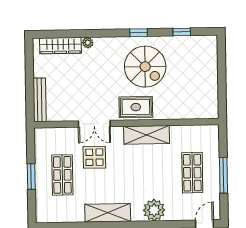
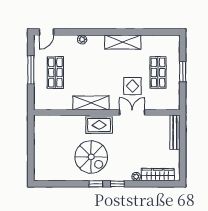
window: (182, 32) -> (117, 184), moved
spiral stairs: (145, 67) -> (91, 157), turned 180
plant: (154, 210) -> (82, 39), width x0.53, depth x0.53

